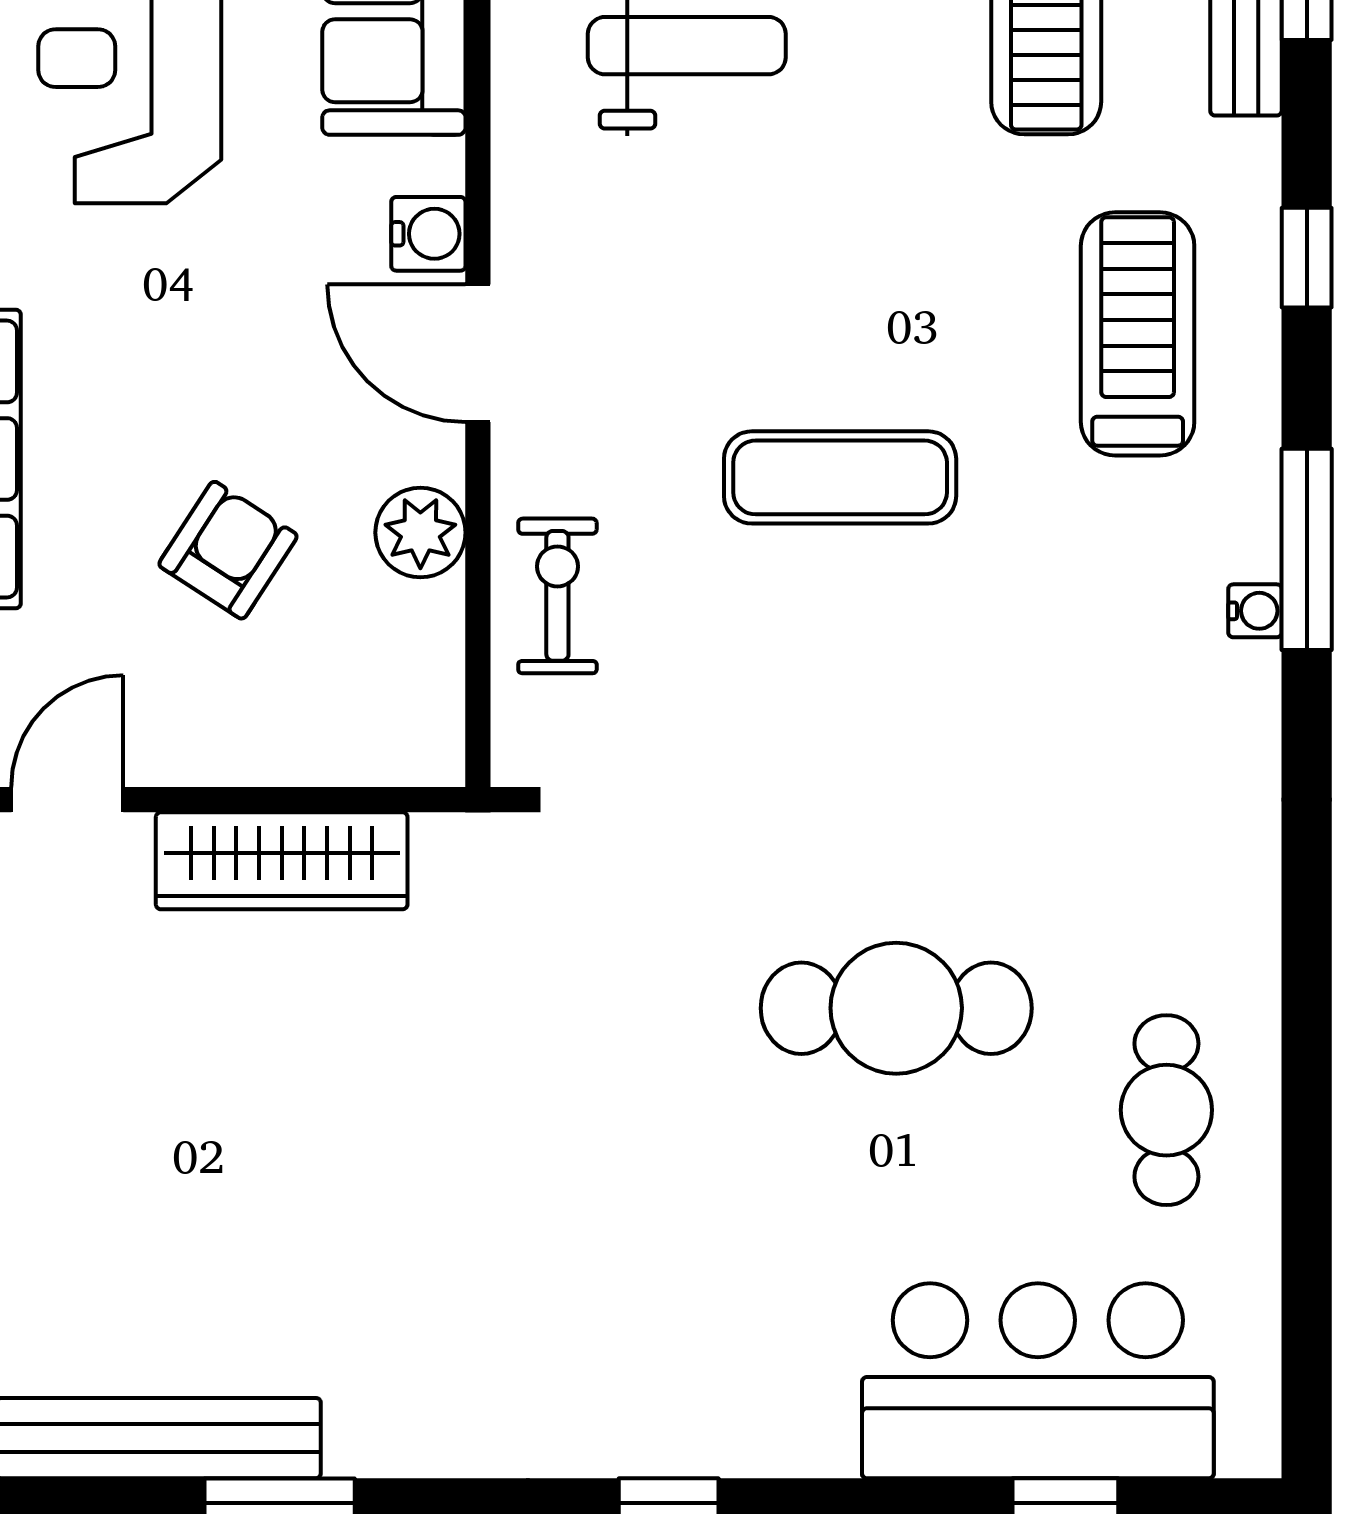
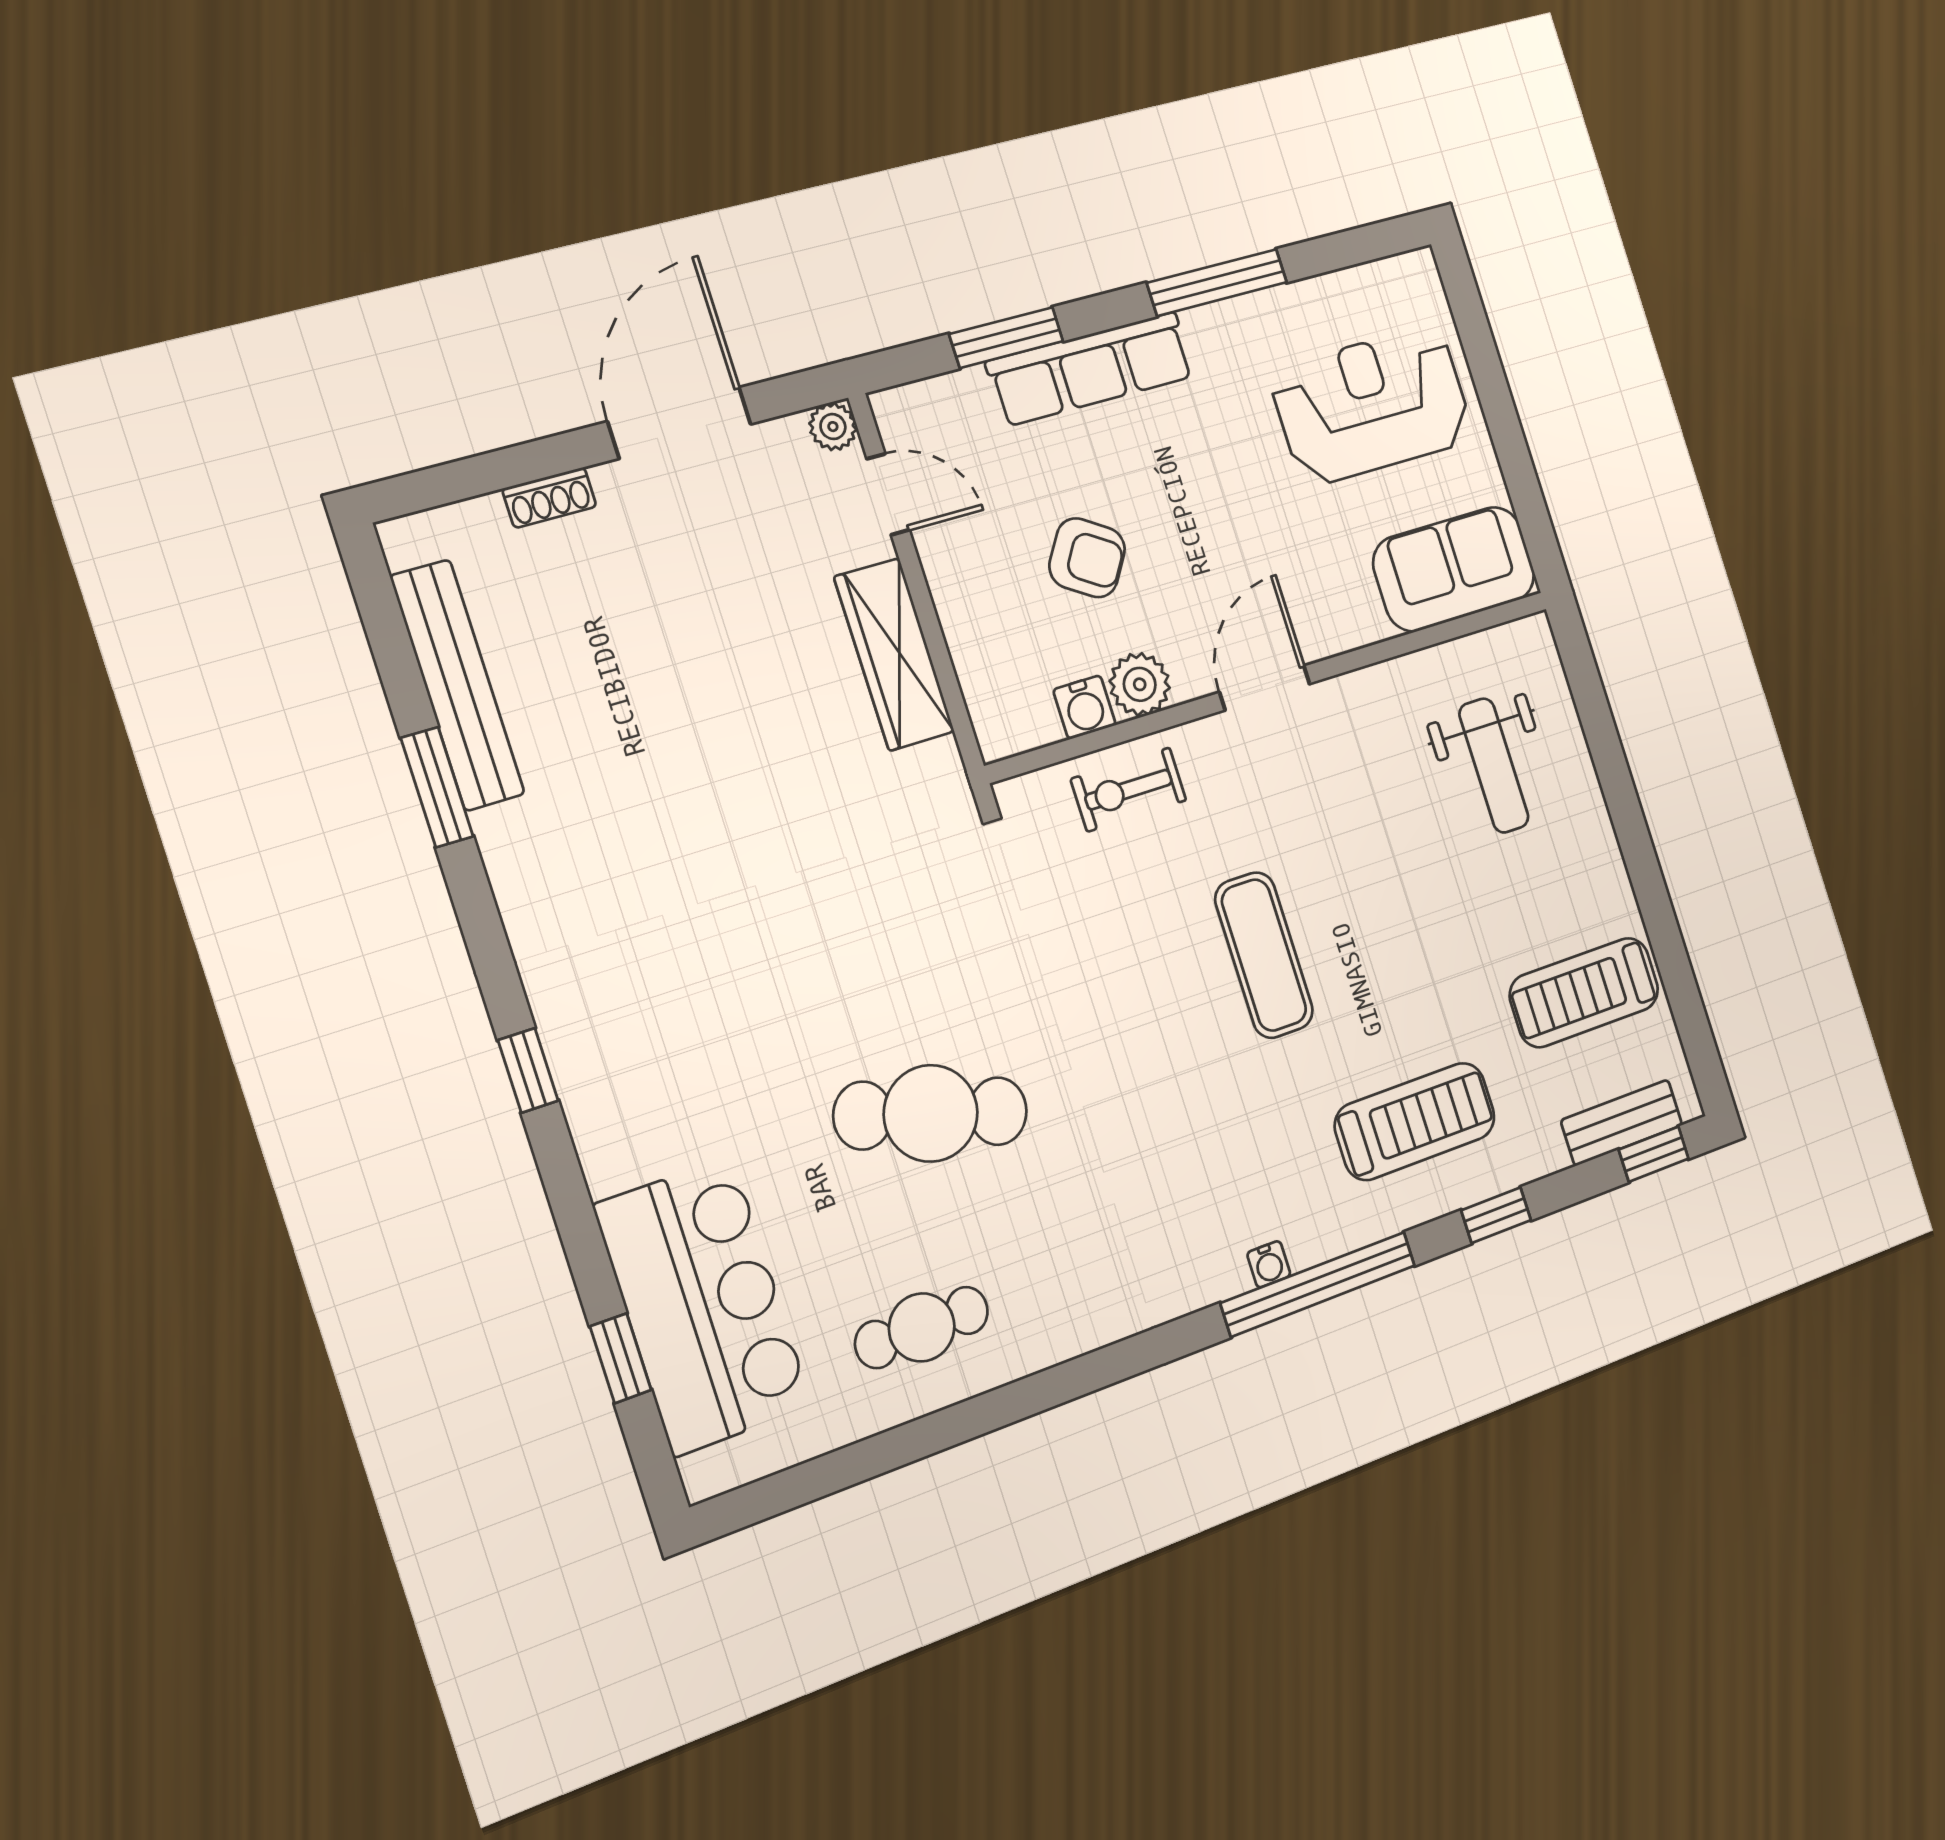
water cooler: (428, 234) -> (1084, 707), moved
window: (1307, 549) -> (1318, 1284), width x1.46
exercise bike: (557, 596) -> (1129, 790), turned 180
cafe table: (896, 1008) -> (931, 1113), turned -73

